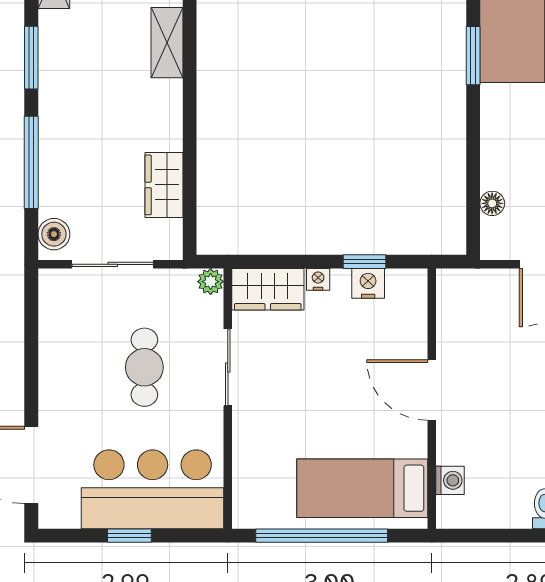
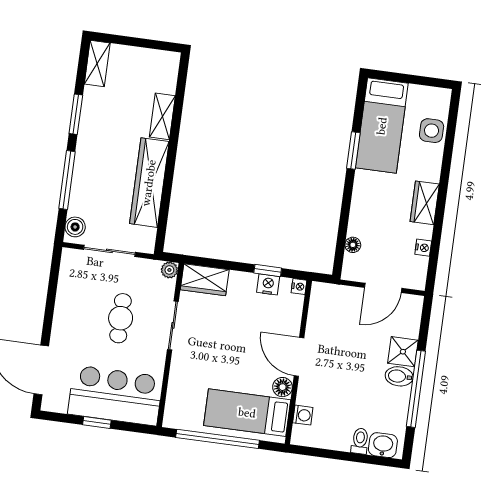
wardrobe: (164, 185) -> (149, 183), width x2.10, depth x1.17
nightstand: (318, 279) -> (299, 287), moved, turned 90
floor lamp: (412, 441) -> (283, 387), added

